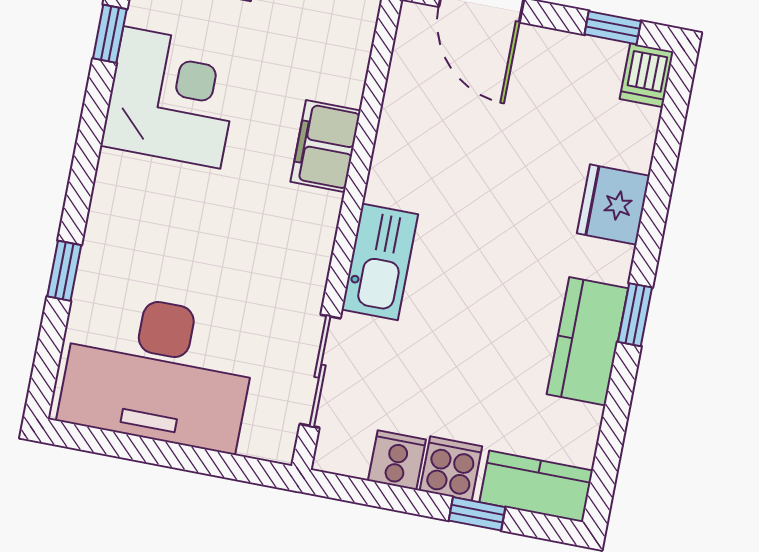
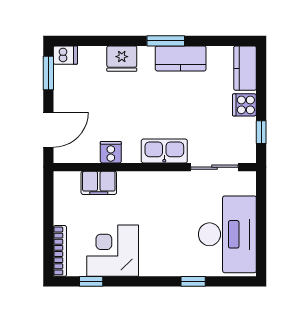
window: (613, 28) -> (48, 73), width x1.50
filing cabinet: (326, 146) -> (99, 183), moved
window: (635, 315) -> (166, 41), width x1.50
cooker: (397, 460) -> (111, 152), moved, turned 90
window: (477, 514) -> (261, 132), moved

